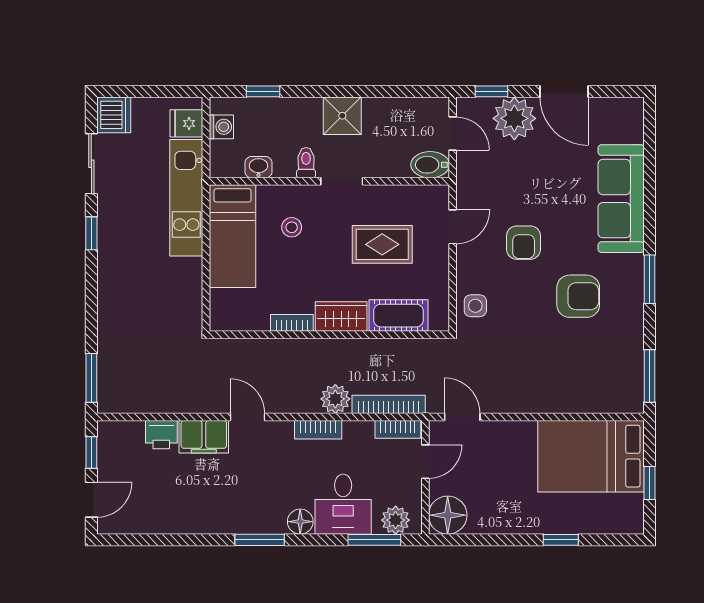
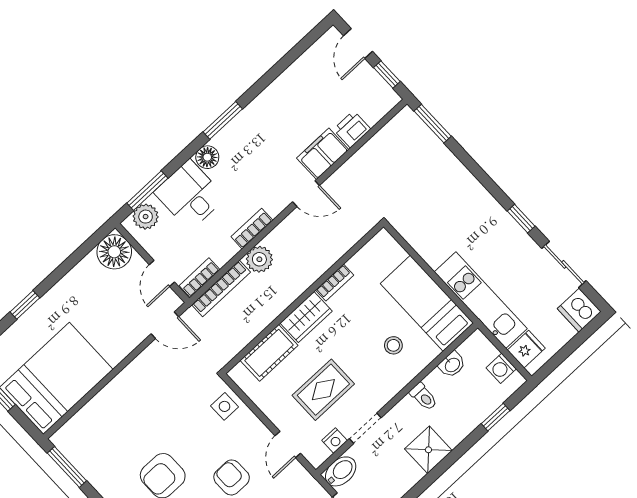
doorway: (342, 181) -> (365, 428), moved
nightstand: (412, 194) -> (335, 441), added

